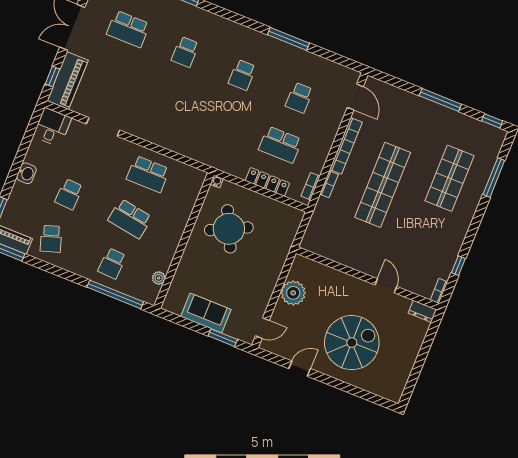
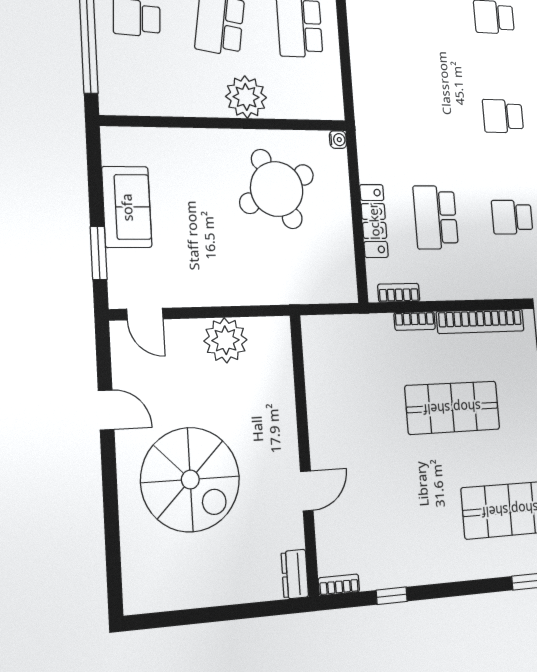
shop shelf: (383, 185) -> (452, 408), width x0.71
plant: (159, 278) -> (246, 97), moved, width x1.88, depth x1.88

